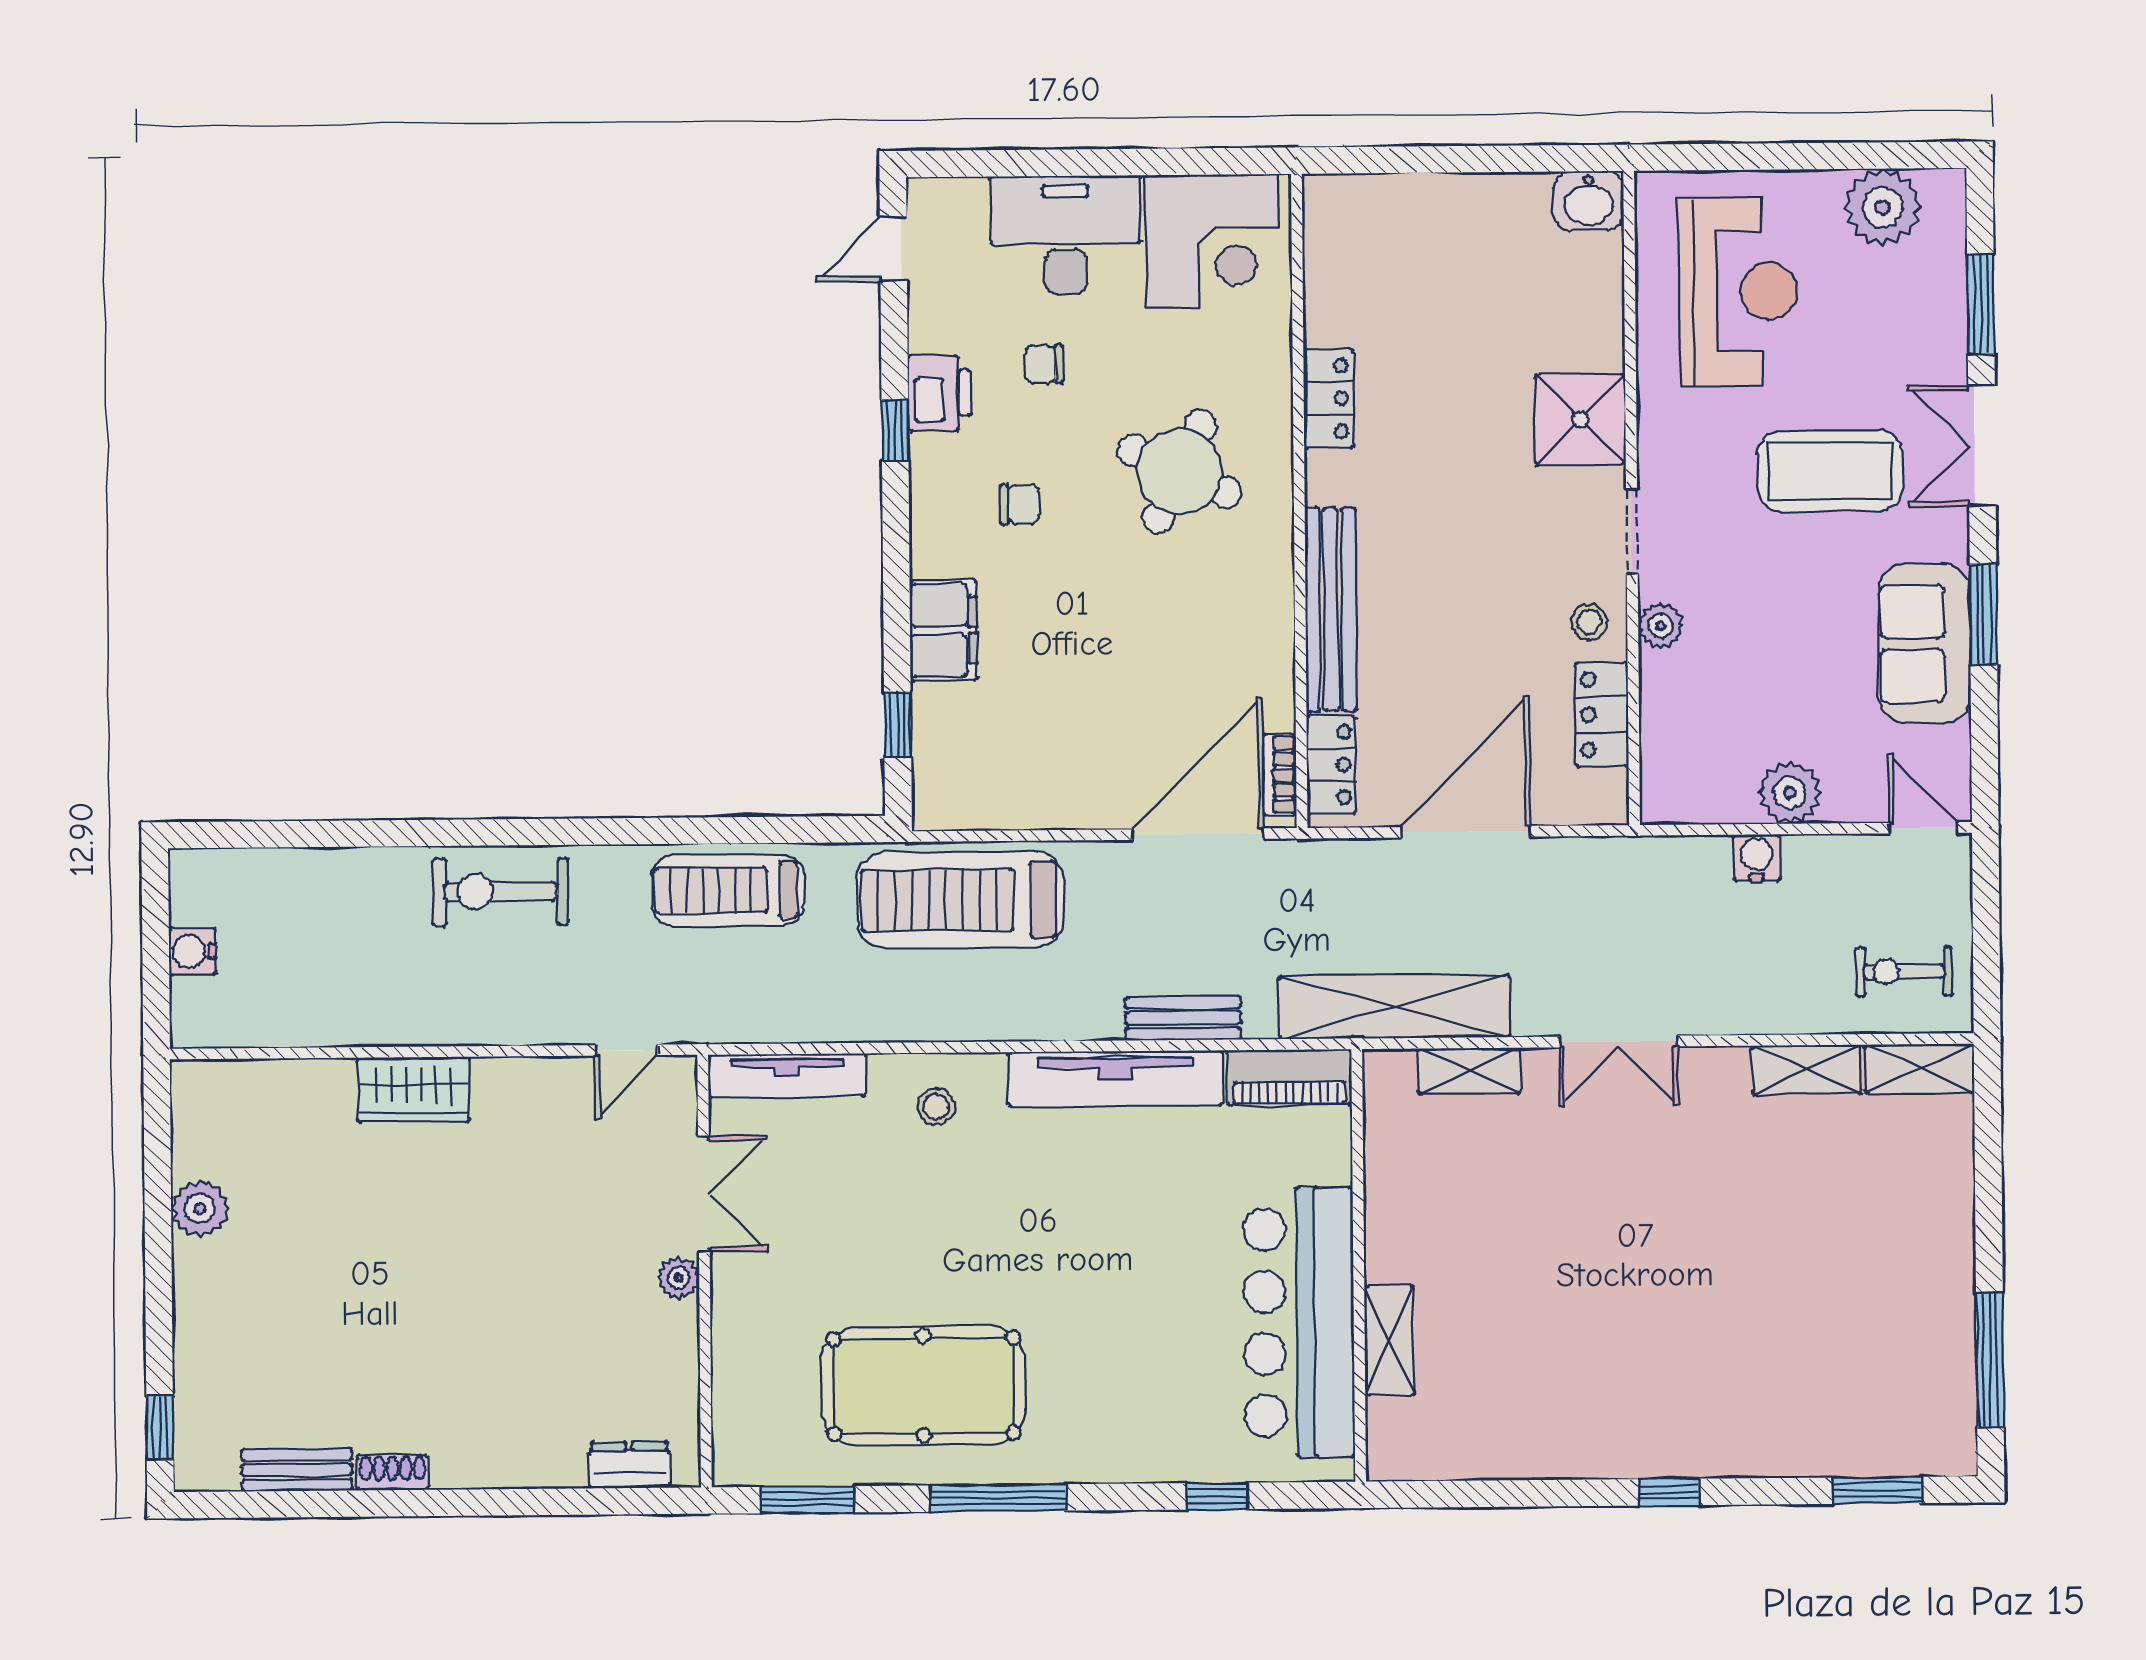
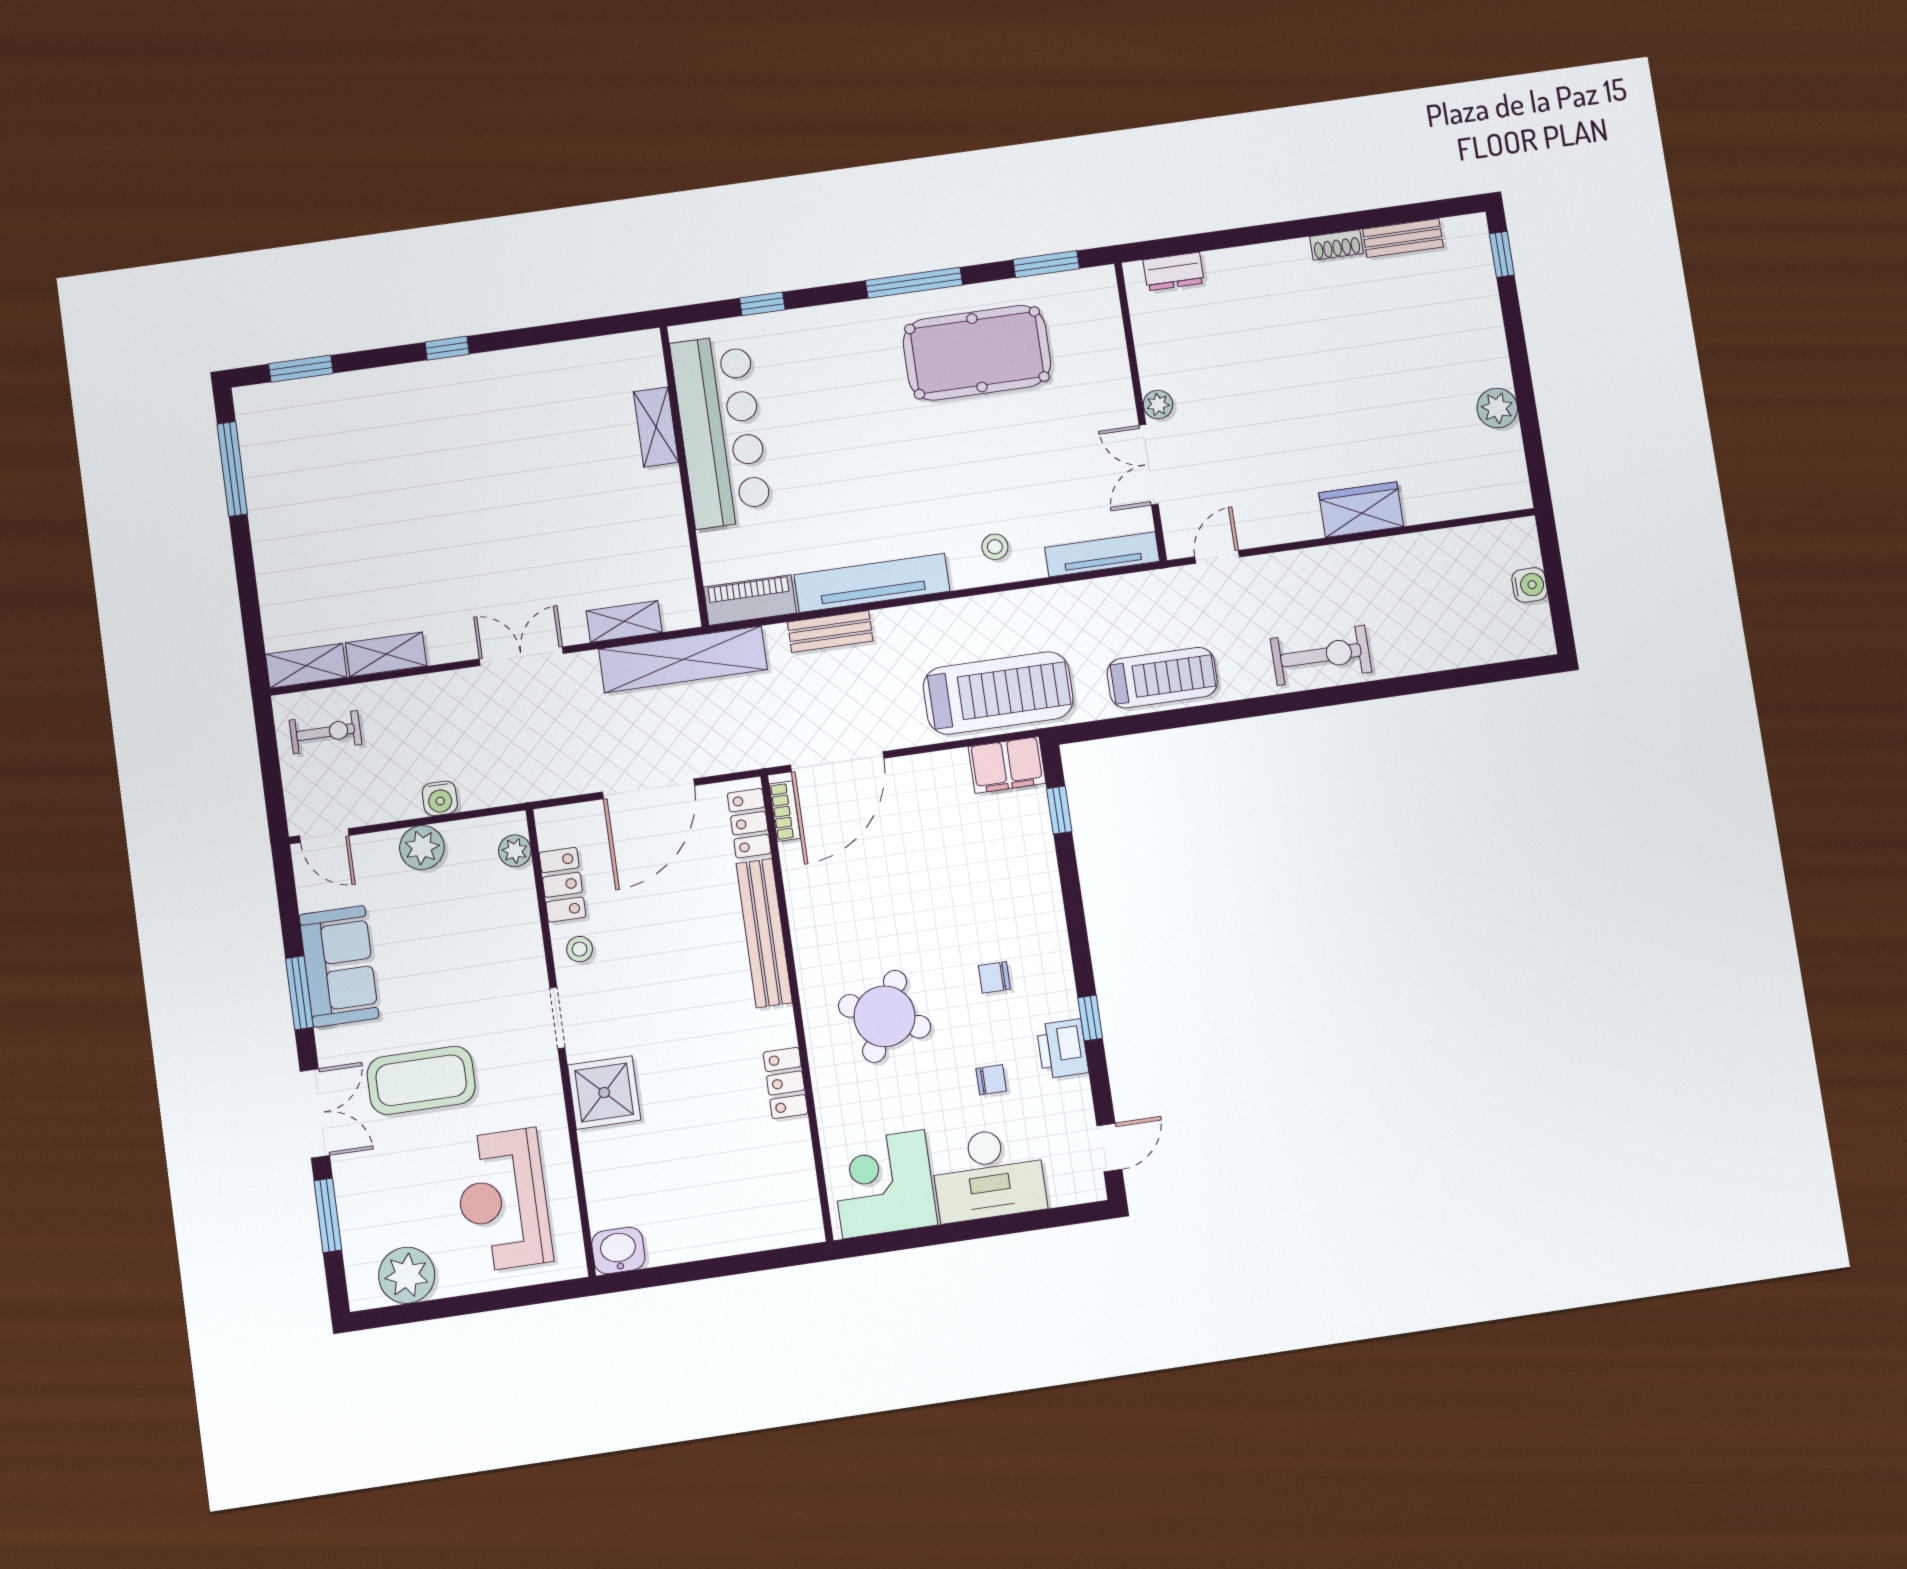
plant: (1660, 626) -> (515, 851), moved
filing cabinet: (943, 630) -> (1007, 765), moved, turned -90

